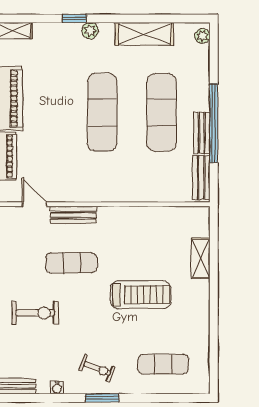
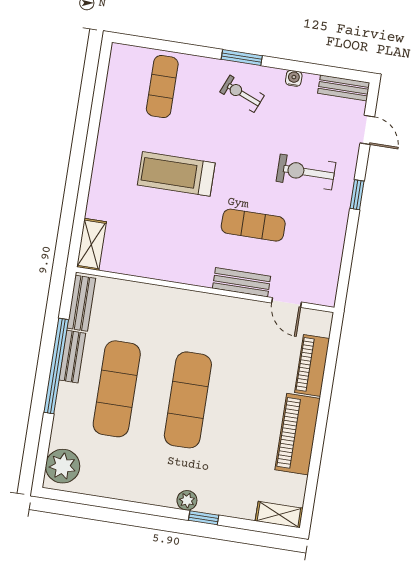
shelving: (144, 34) -> (123, 486), removed
plant: (202, 36) -> (63, 466), width x1.87, depth x1.87
shelving: (201, 258) -> (91, 244), moved
exercise mat: (163, 364) -> (162, 87), turned 90

